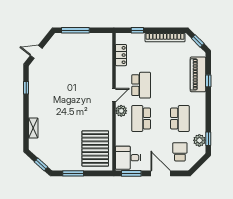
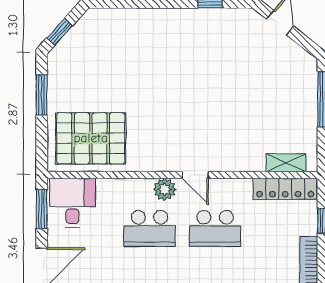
locker: (121, 55) -> (285, 189), width x1.53
school desk: (141, 118) -> (150, 228), turned 180
shelving: (33, 128) -> (286, 163), moved

